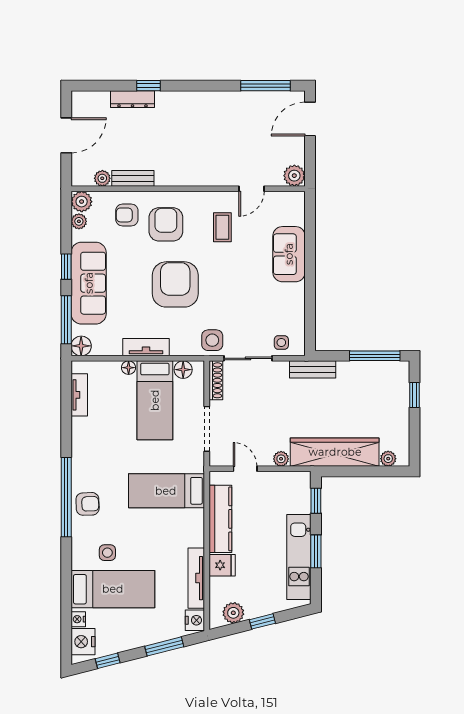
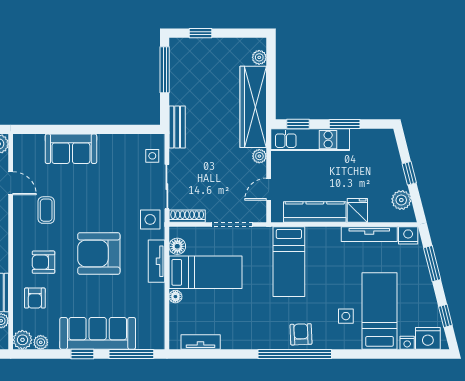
armchair: (166, 224) -> (44, 262), width x0.72, depth x0.72
coffee table: (222, 227) -> (46, 210), turned 90
floor lamp: (81, 346) -> (155, 340), removed
tv unit: (146, 347) -> (157, 261), moved
kitchen unit: (299, 557) -> (310, 140), moved

